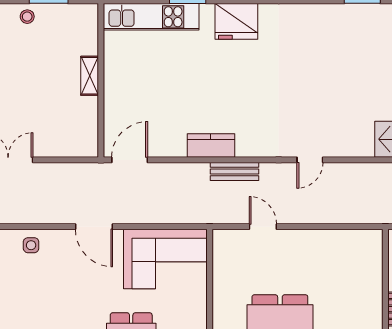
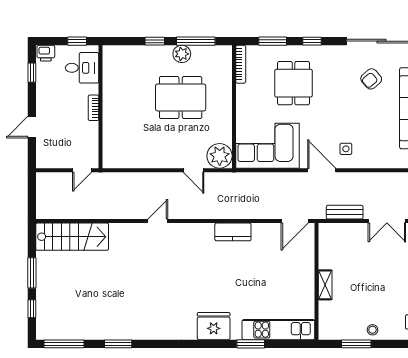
bench: (234, 171) -> (345, 212), moved
side table: (31, 245) -> (346, 149), moved
plant: (229, 246) -> (220, 156), added

